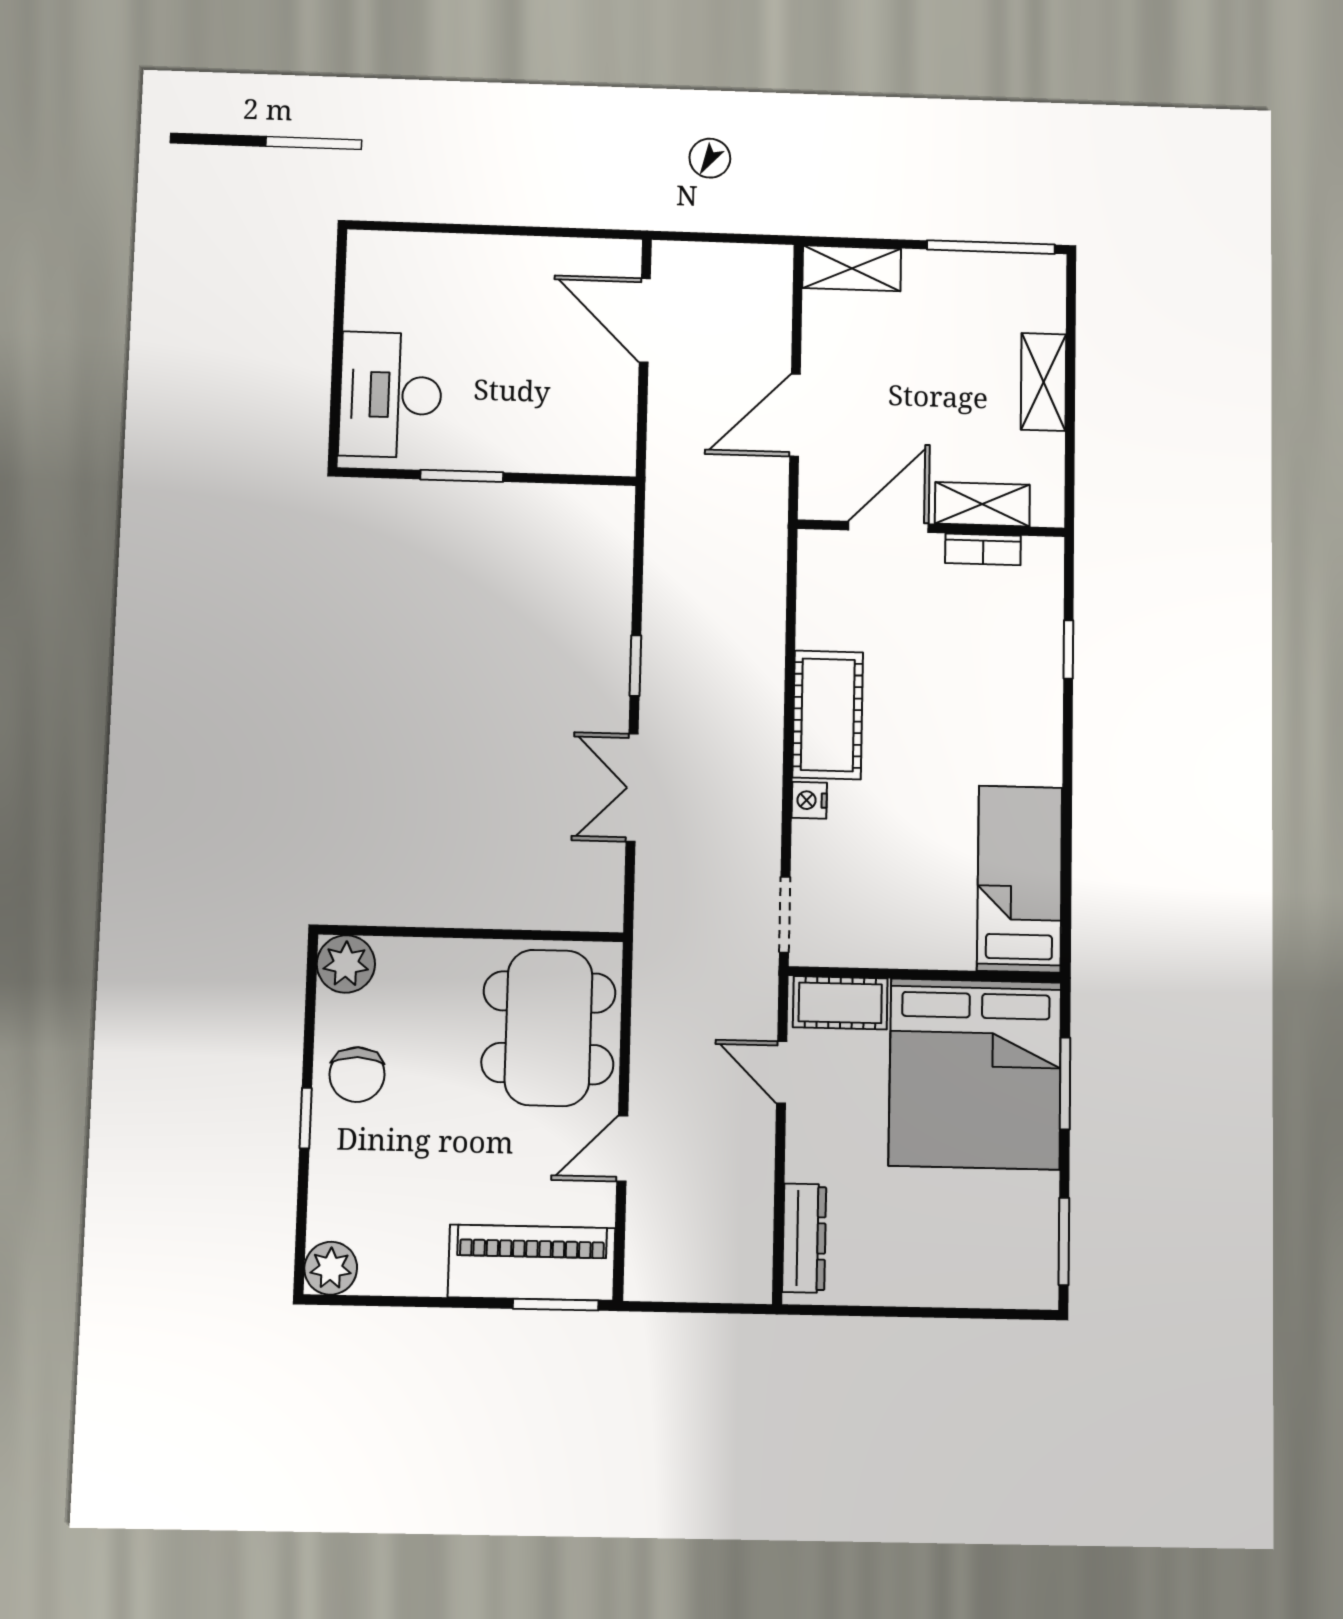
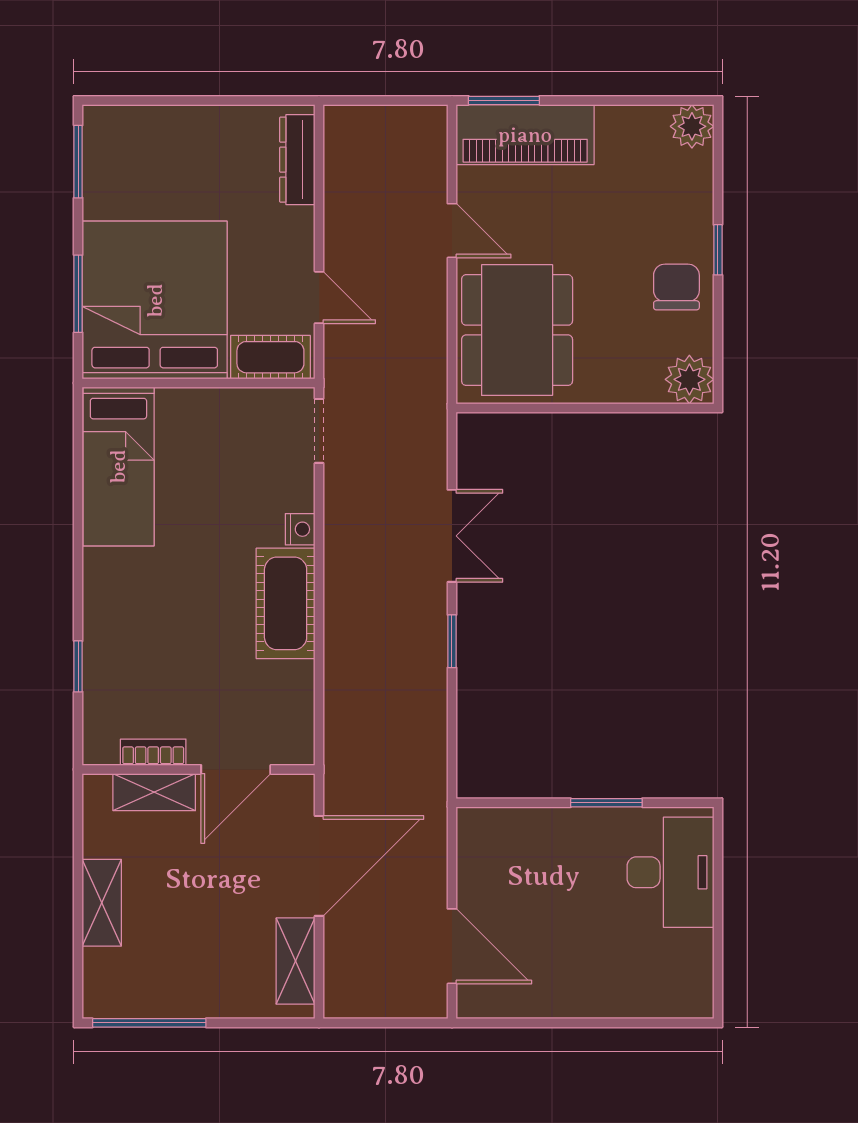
shelving: (852, 268) -> (295, 961), moved, turned 90
door: (795, 415) -> (319, 866), width x1.36
door: (622, 1149) -> (452, 231), hinge flipped

